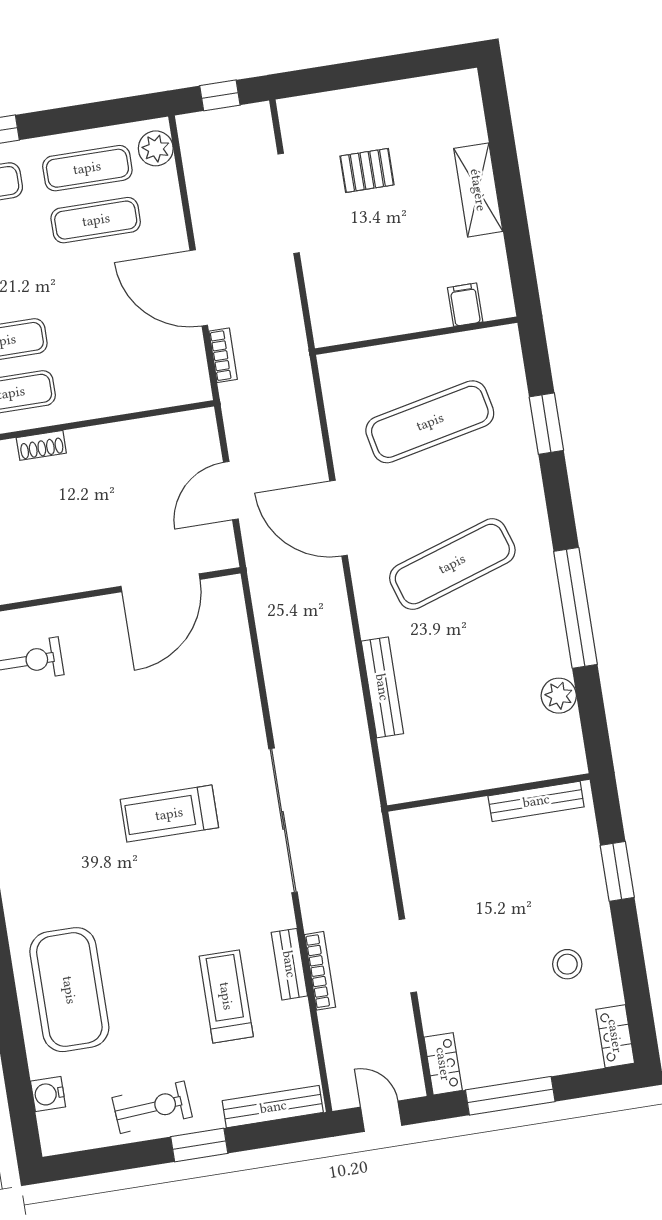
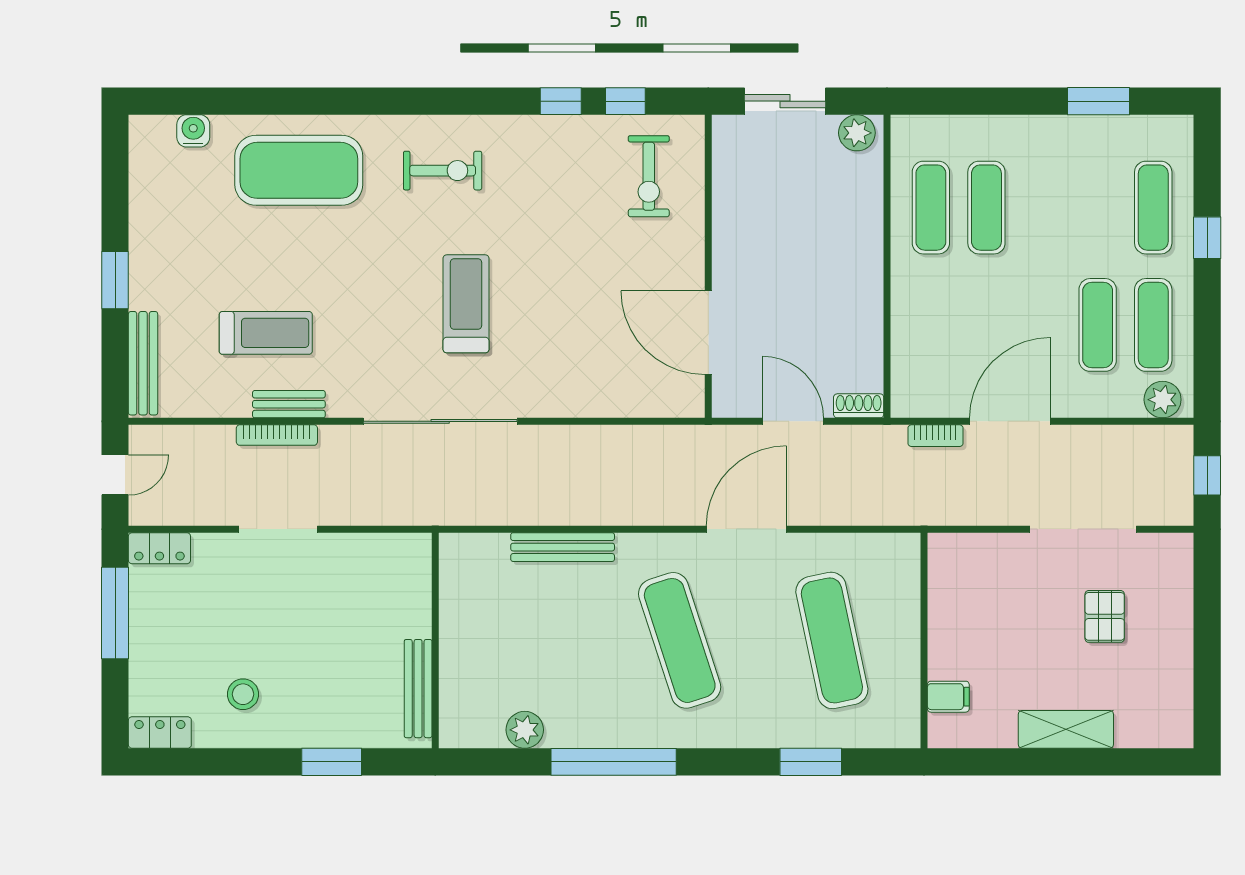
shoe rack: (41, 445) -> (859, 406), moved, turned 90
exercise bike: (152, 1107) -> (443, 171), moved, turned -86

